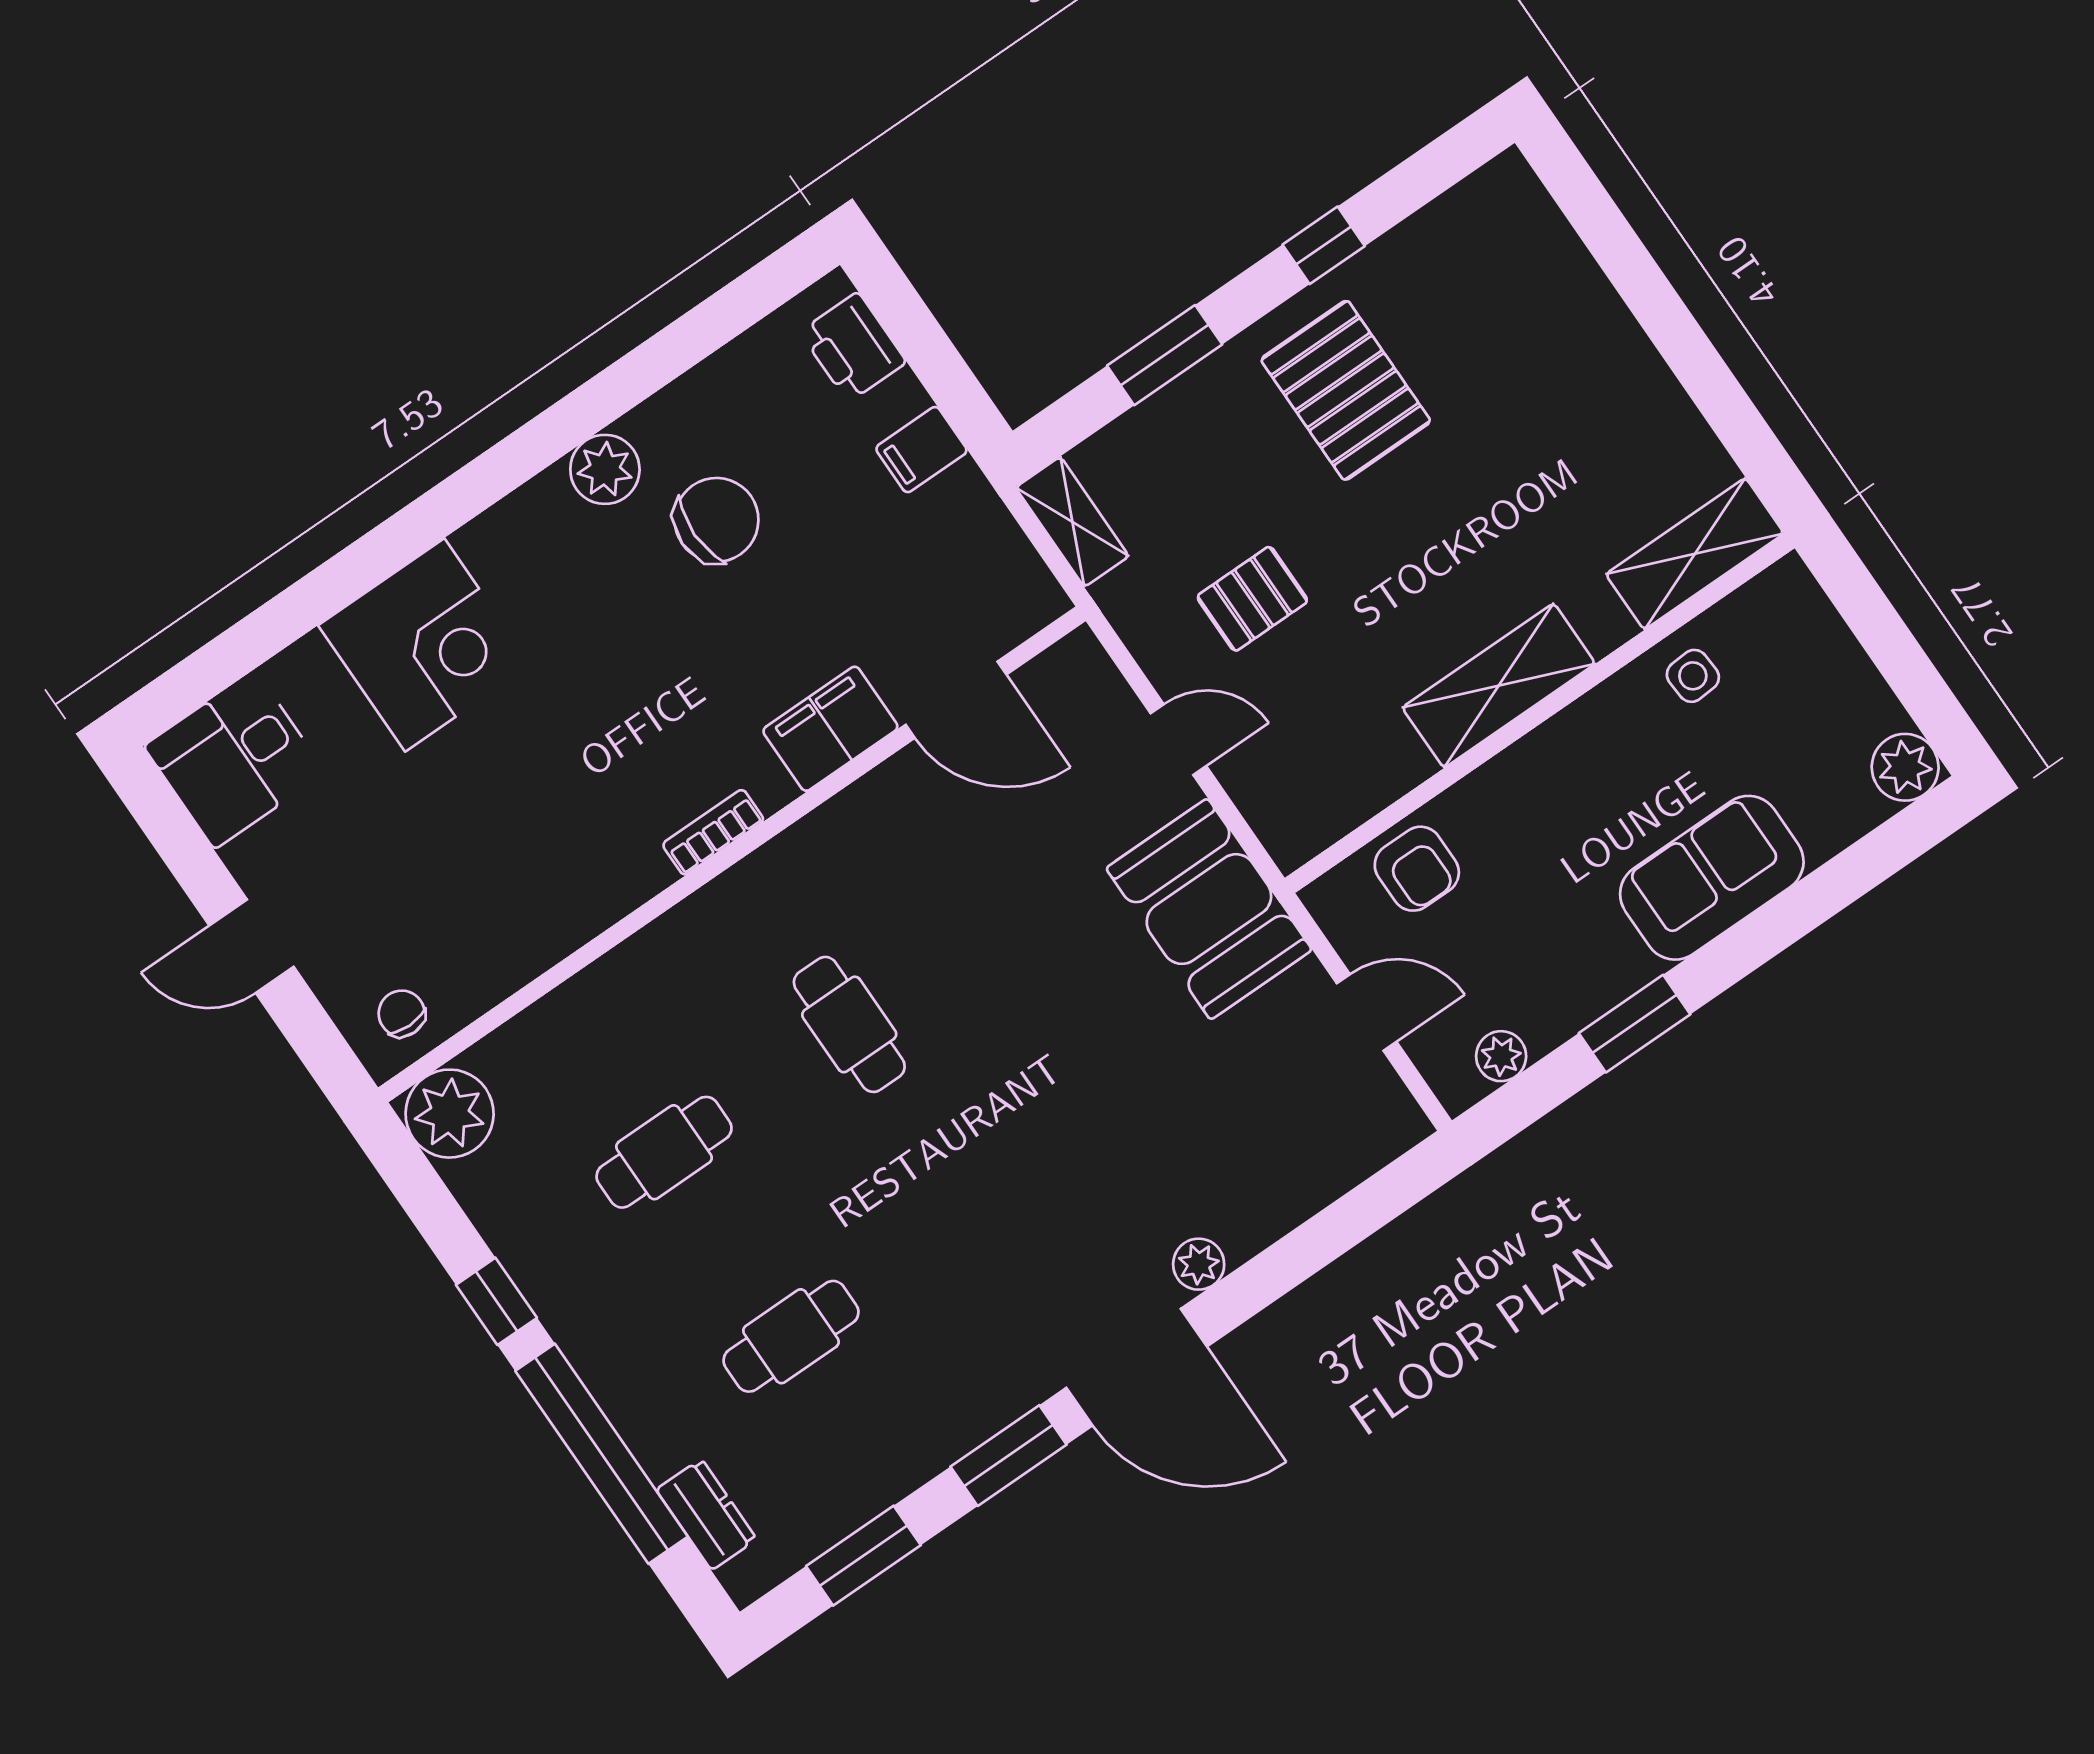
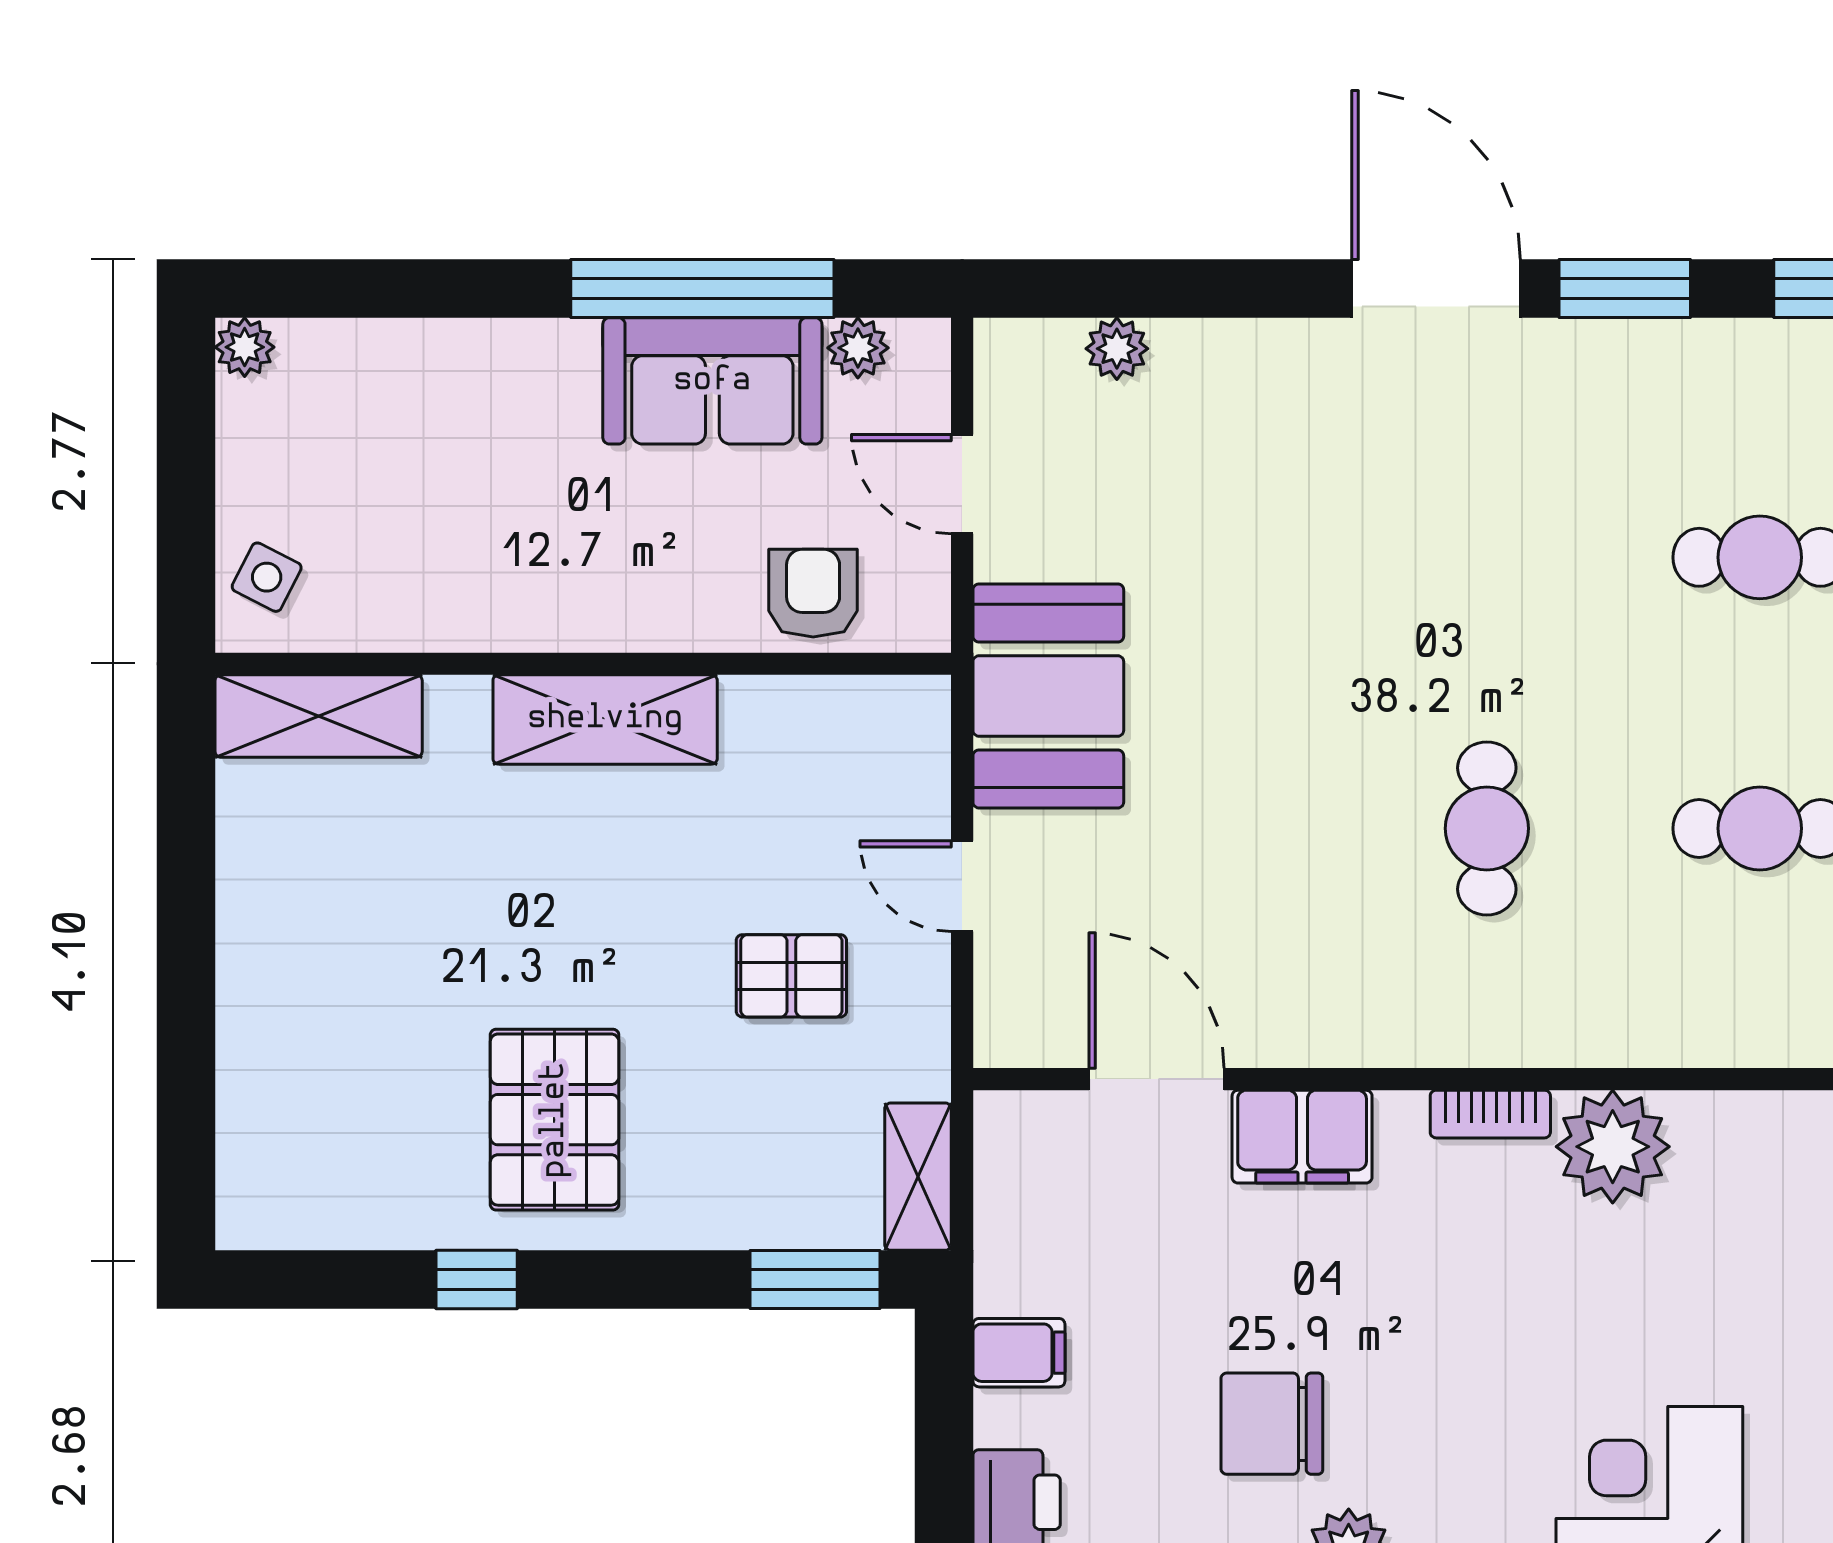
window: (1165, 355) -> (815, 1280), moved
side table: (1693, 676) -> (267, 577), moved, turned 31
plant: (1905, 767) -> (245, 347), width x0.73, depth x0.73
plant: (615, 867) -> (1613, 1147), added
sofa: (1712, 878) -> (712, 381), moved
window: (1635, 1024) -> (702, 288), width x2.11
plant: (1199, 1264) -> (1117, 349), moved

